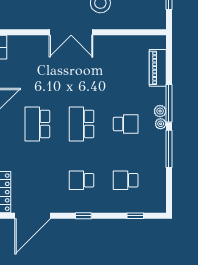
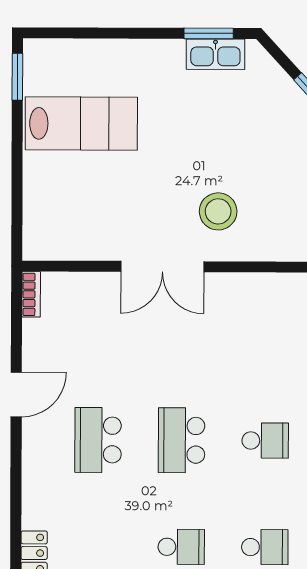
school desk: (82, 180) -> (181, 547), turned 180
school desk: (126, 180) -> (265, 547), turned 180

